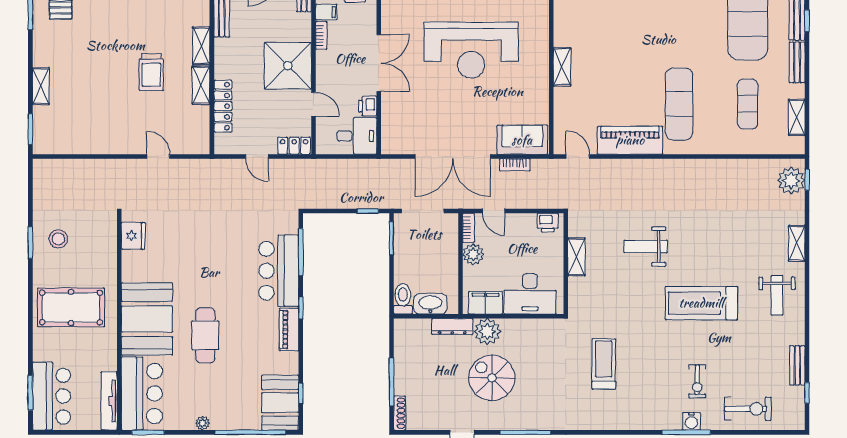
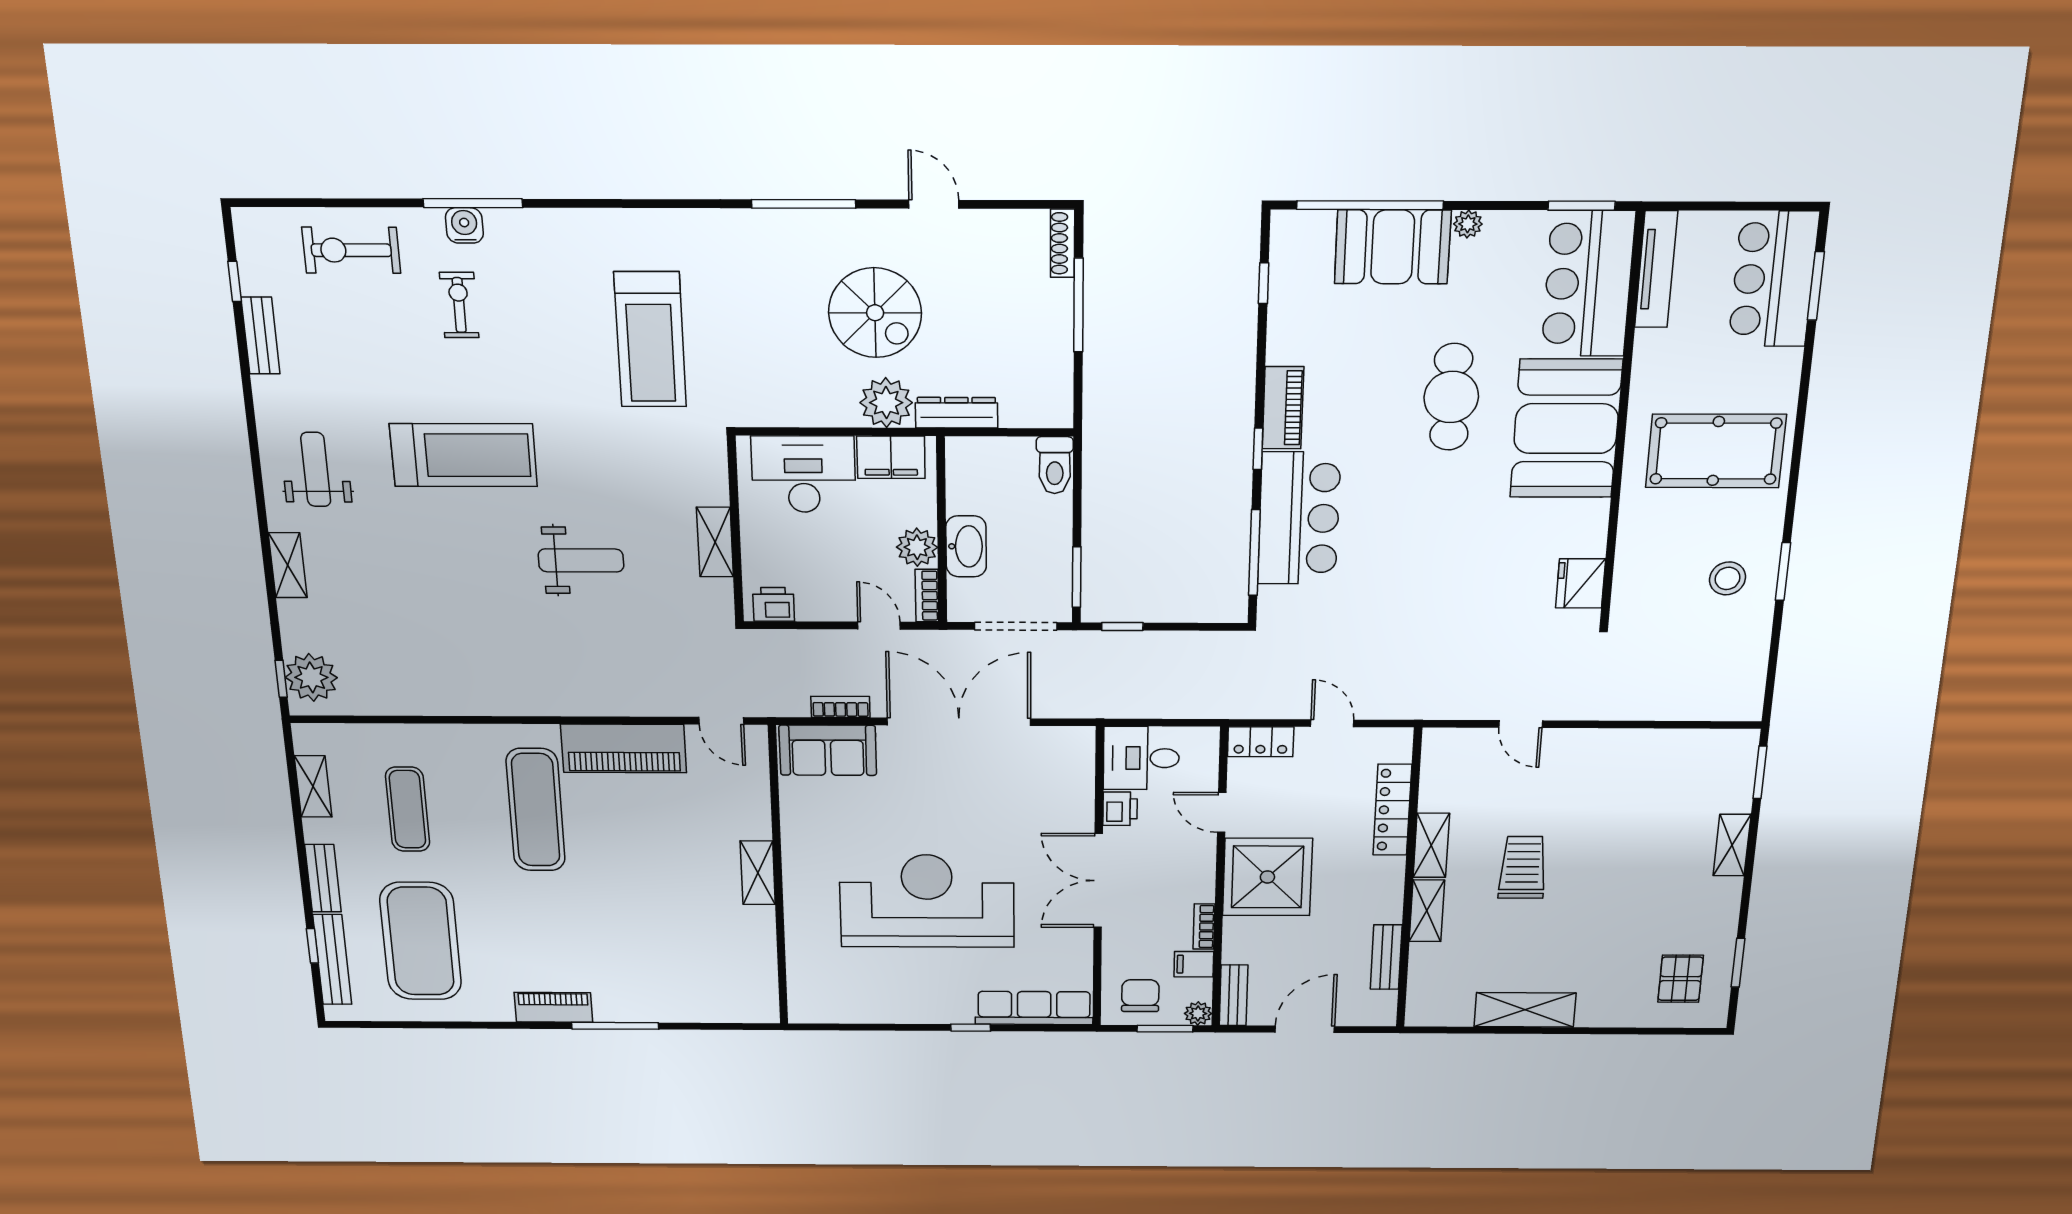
washbasin: (430, 304) -> (966, 546), moved, turned -90
treadmill: (604, 364) -> (650, 340), width x1.37, depth x1.38
booth: (280, 403) -> (1393, 247), moved, turned 90

